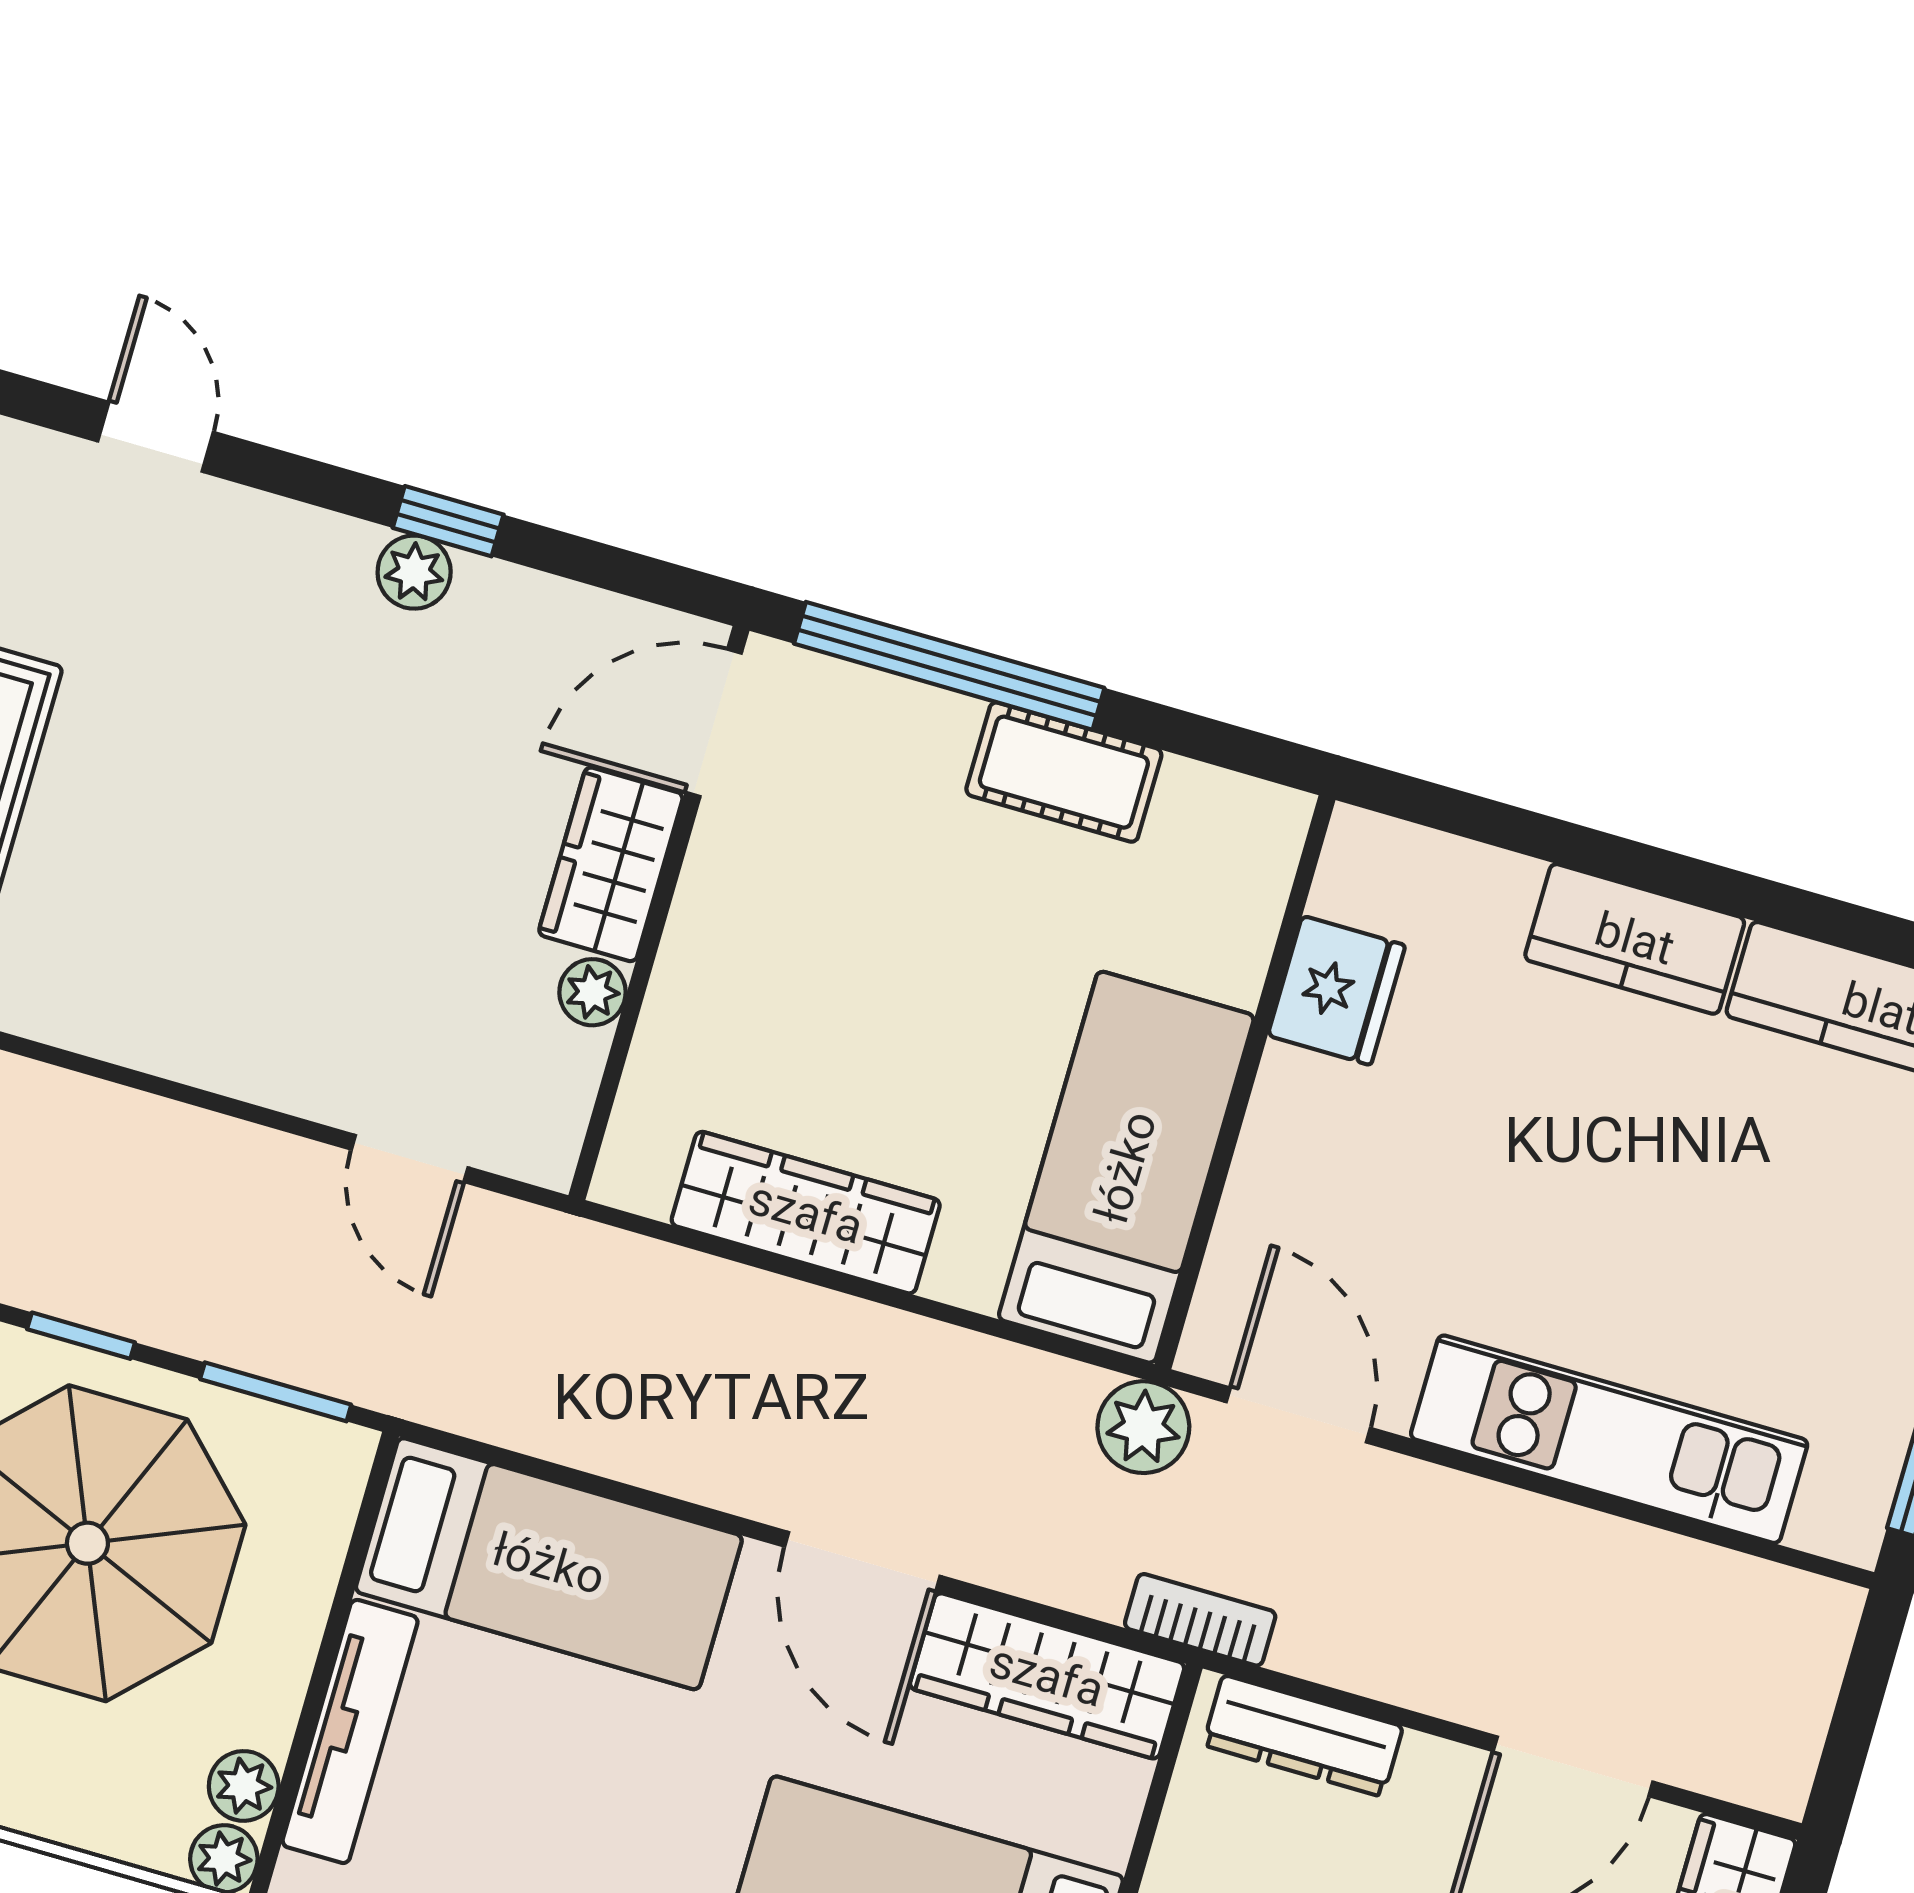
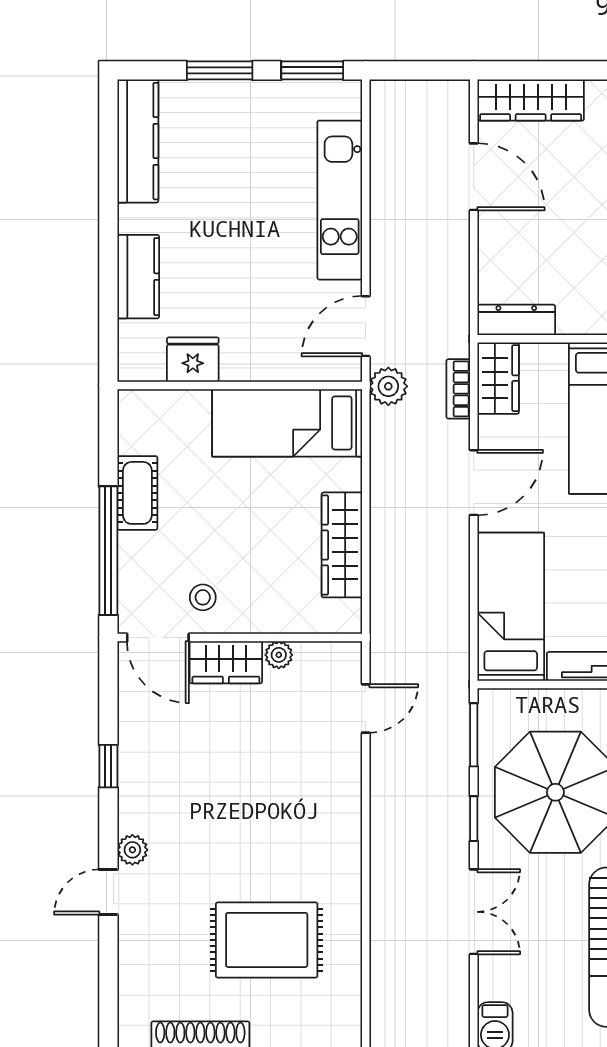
plant: (414, 572) -> (132, 850), moved
stool: (777, 854) -> (203, 597), added
kitchen counter: (1635, 939) -> (138, 277), moved
bookcase: (1200, 1620) -> (458, 389), moved
wardrobe: (1047, 1676) -> (498, 378), width x0.67
dresser: (1303, 1736) -> (516, 320), moved, turned -90

